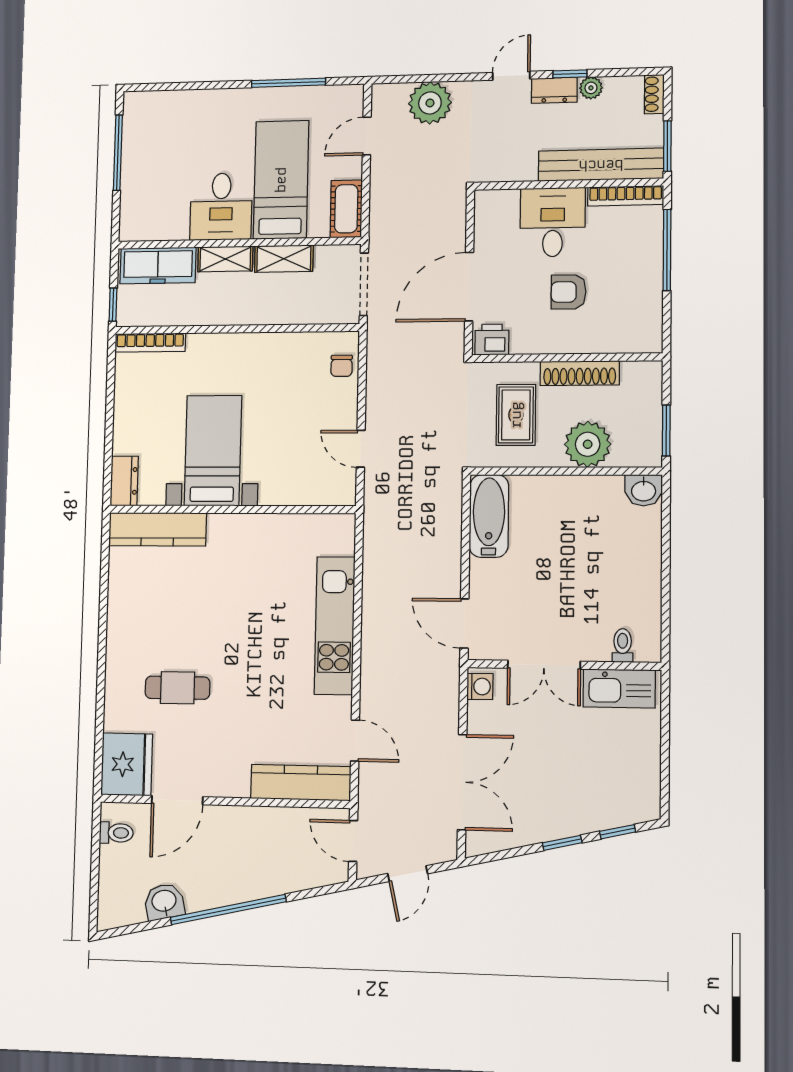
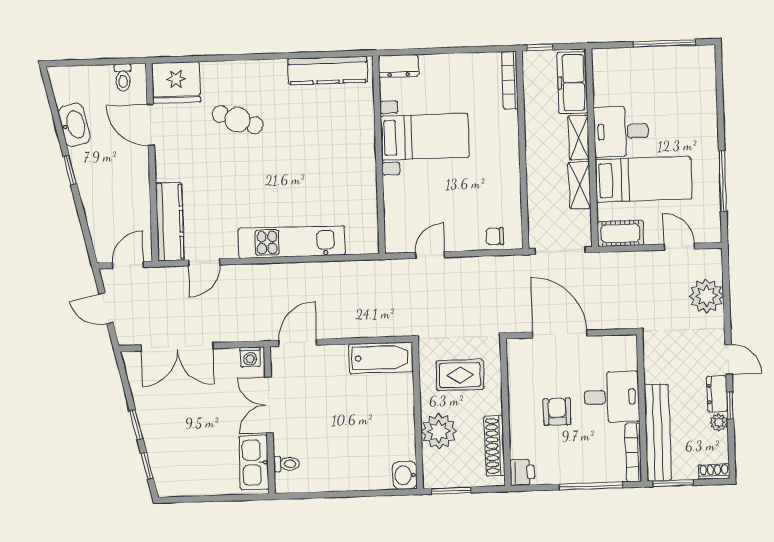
printer: (492, 340) -> (522, 472), moved
shoe rack: (580, 373) -> (494, 446), moved
kitchen counter: (157, 529) -> (328, 70), moved, turned -90
cafe table: (178, 688) -> (238, 120), turned -70
washbasin: (164, 902) -> (74, 125), width x1.38
window: (228, 910) -> (70, 170), width x0.32

